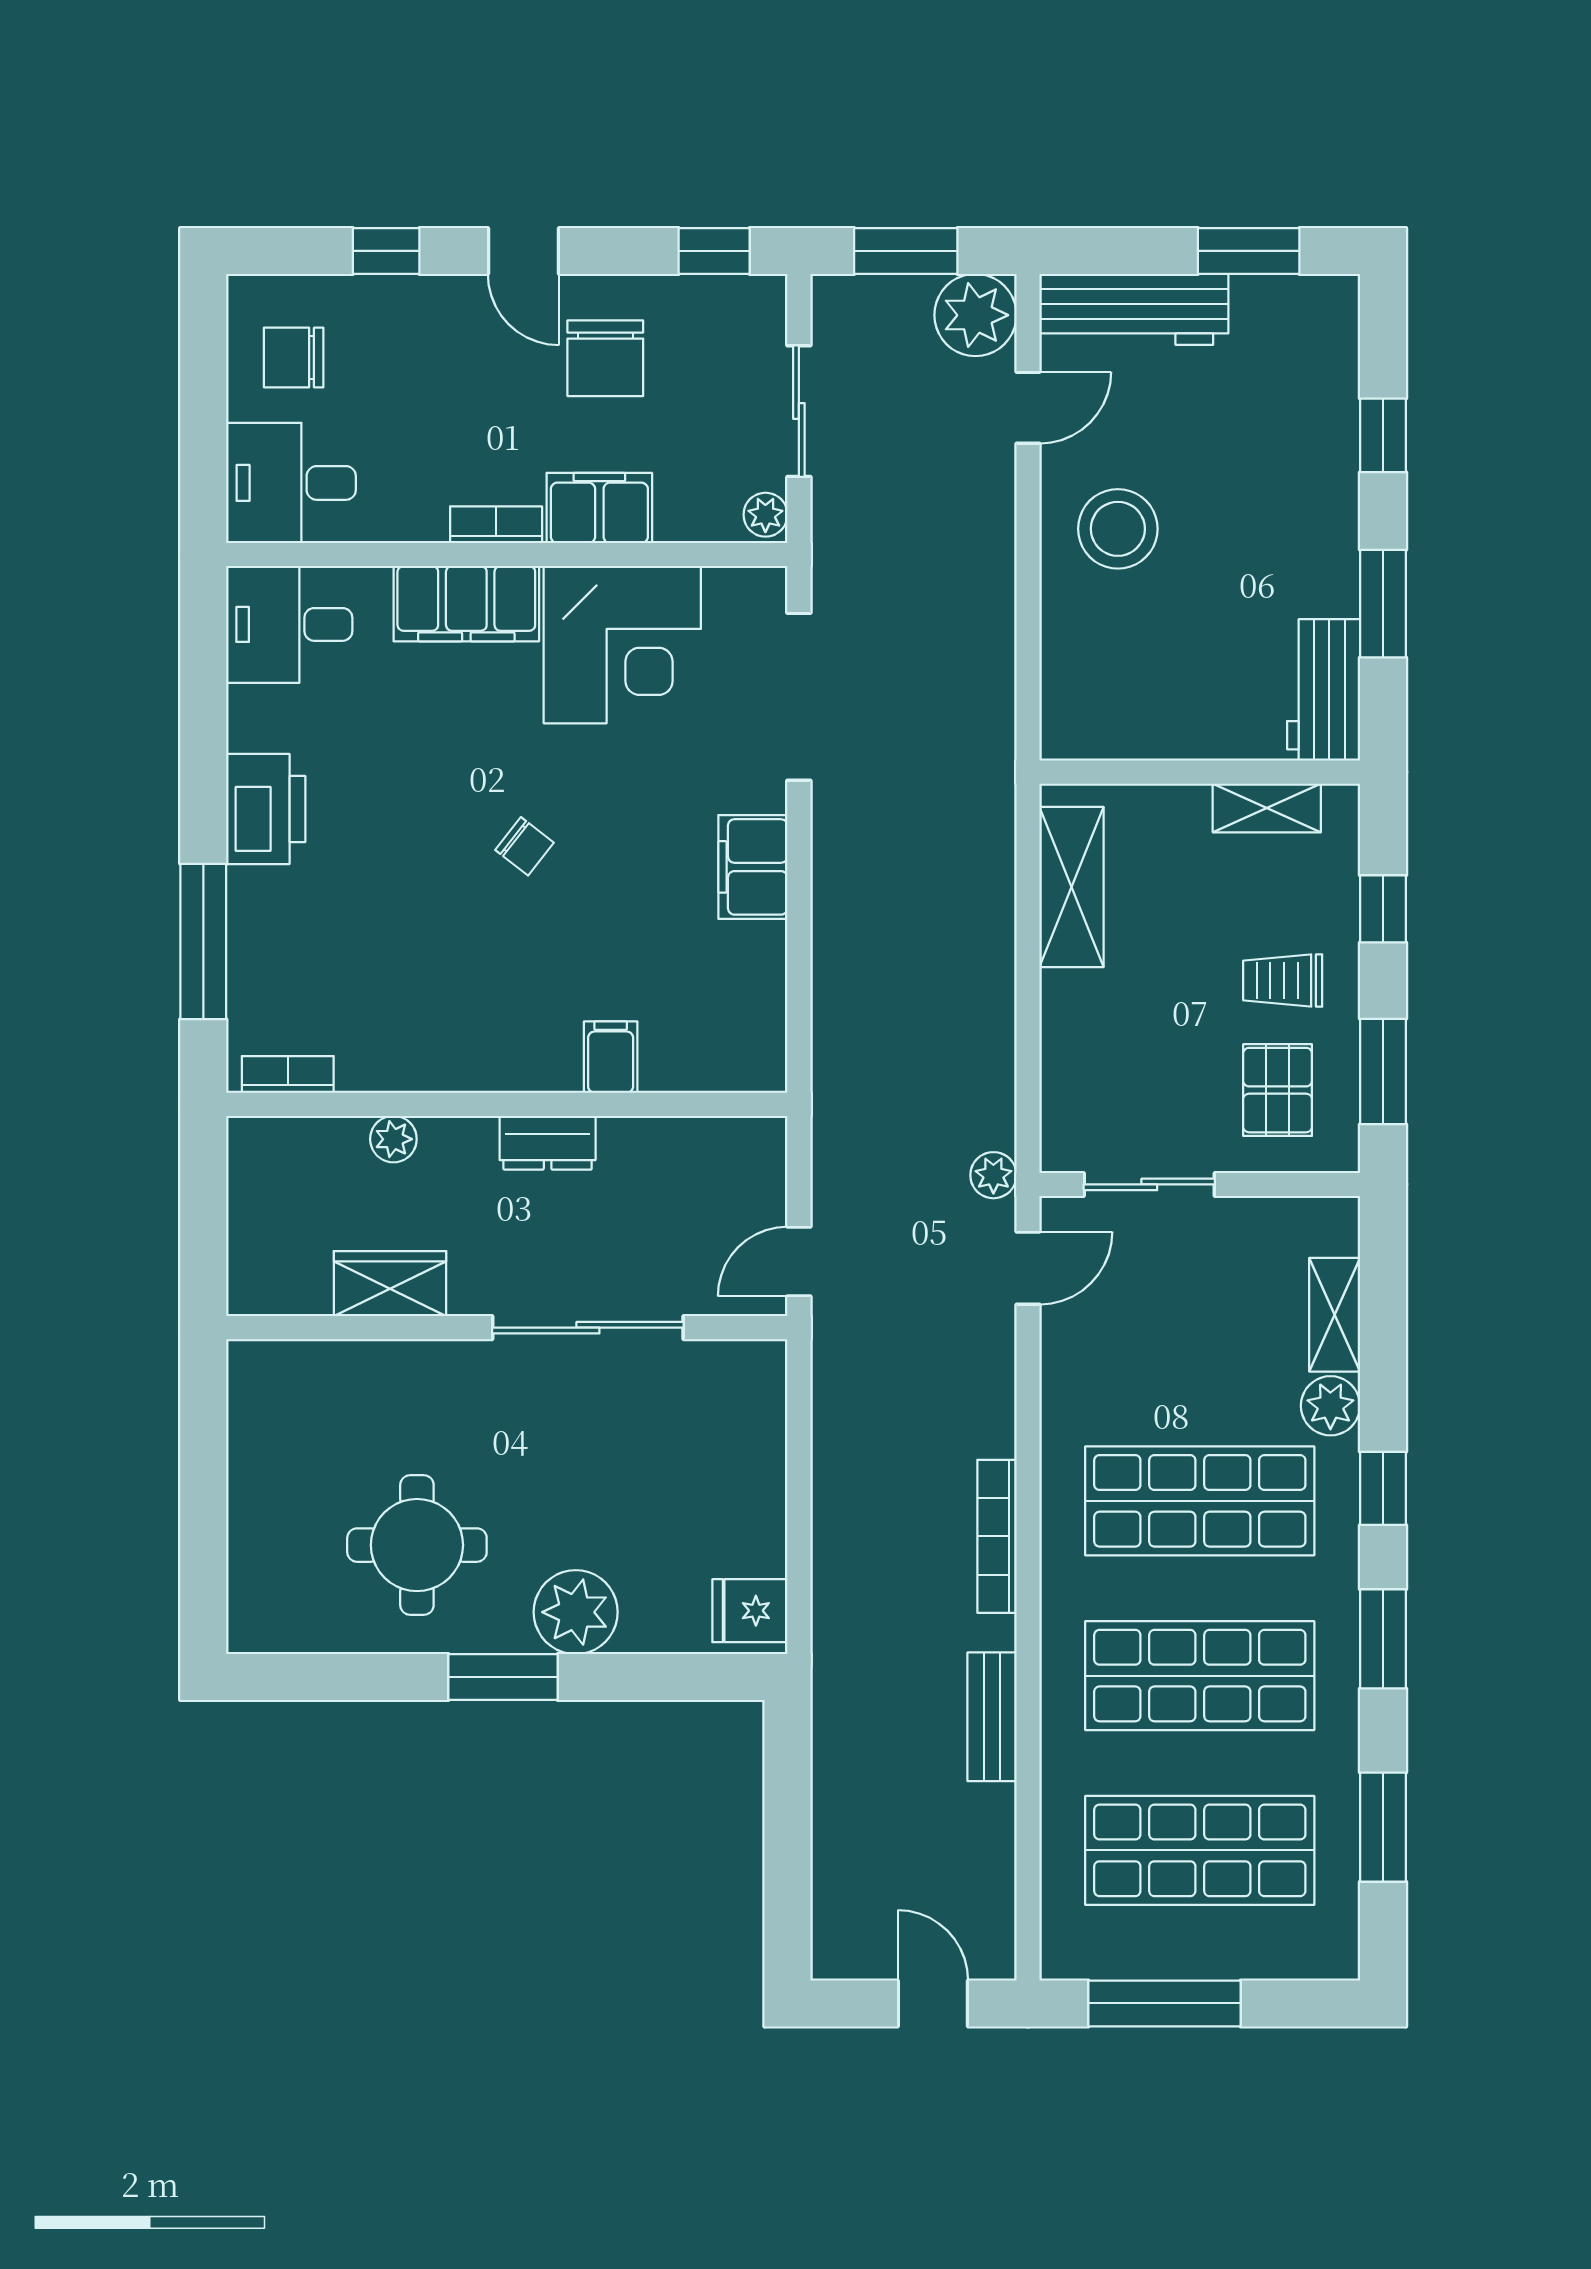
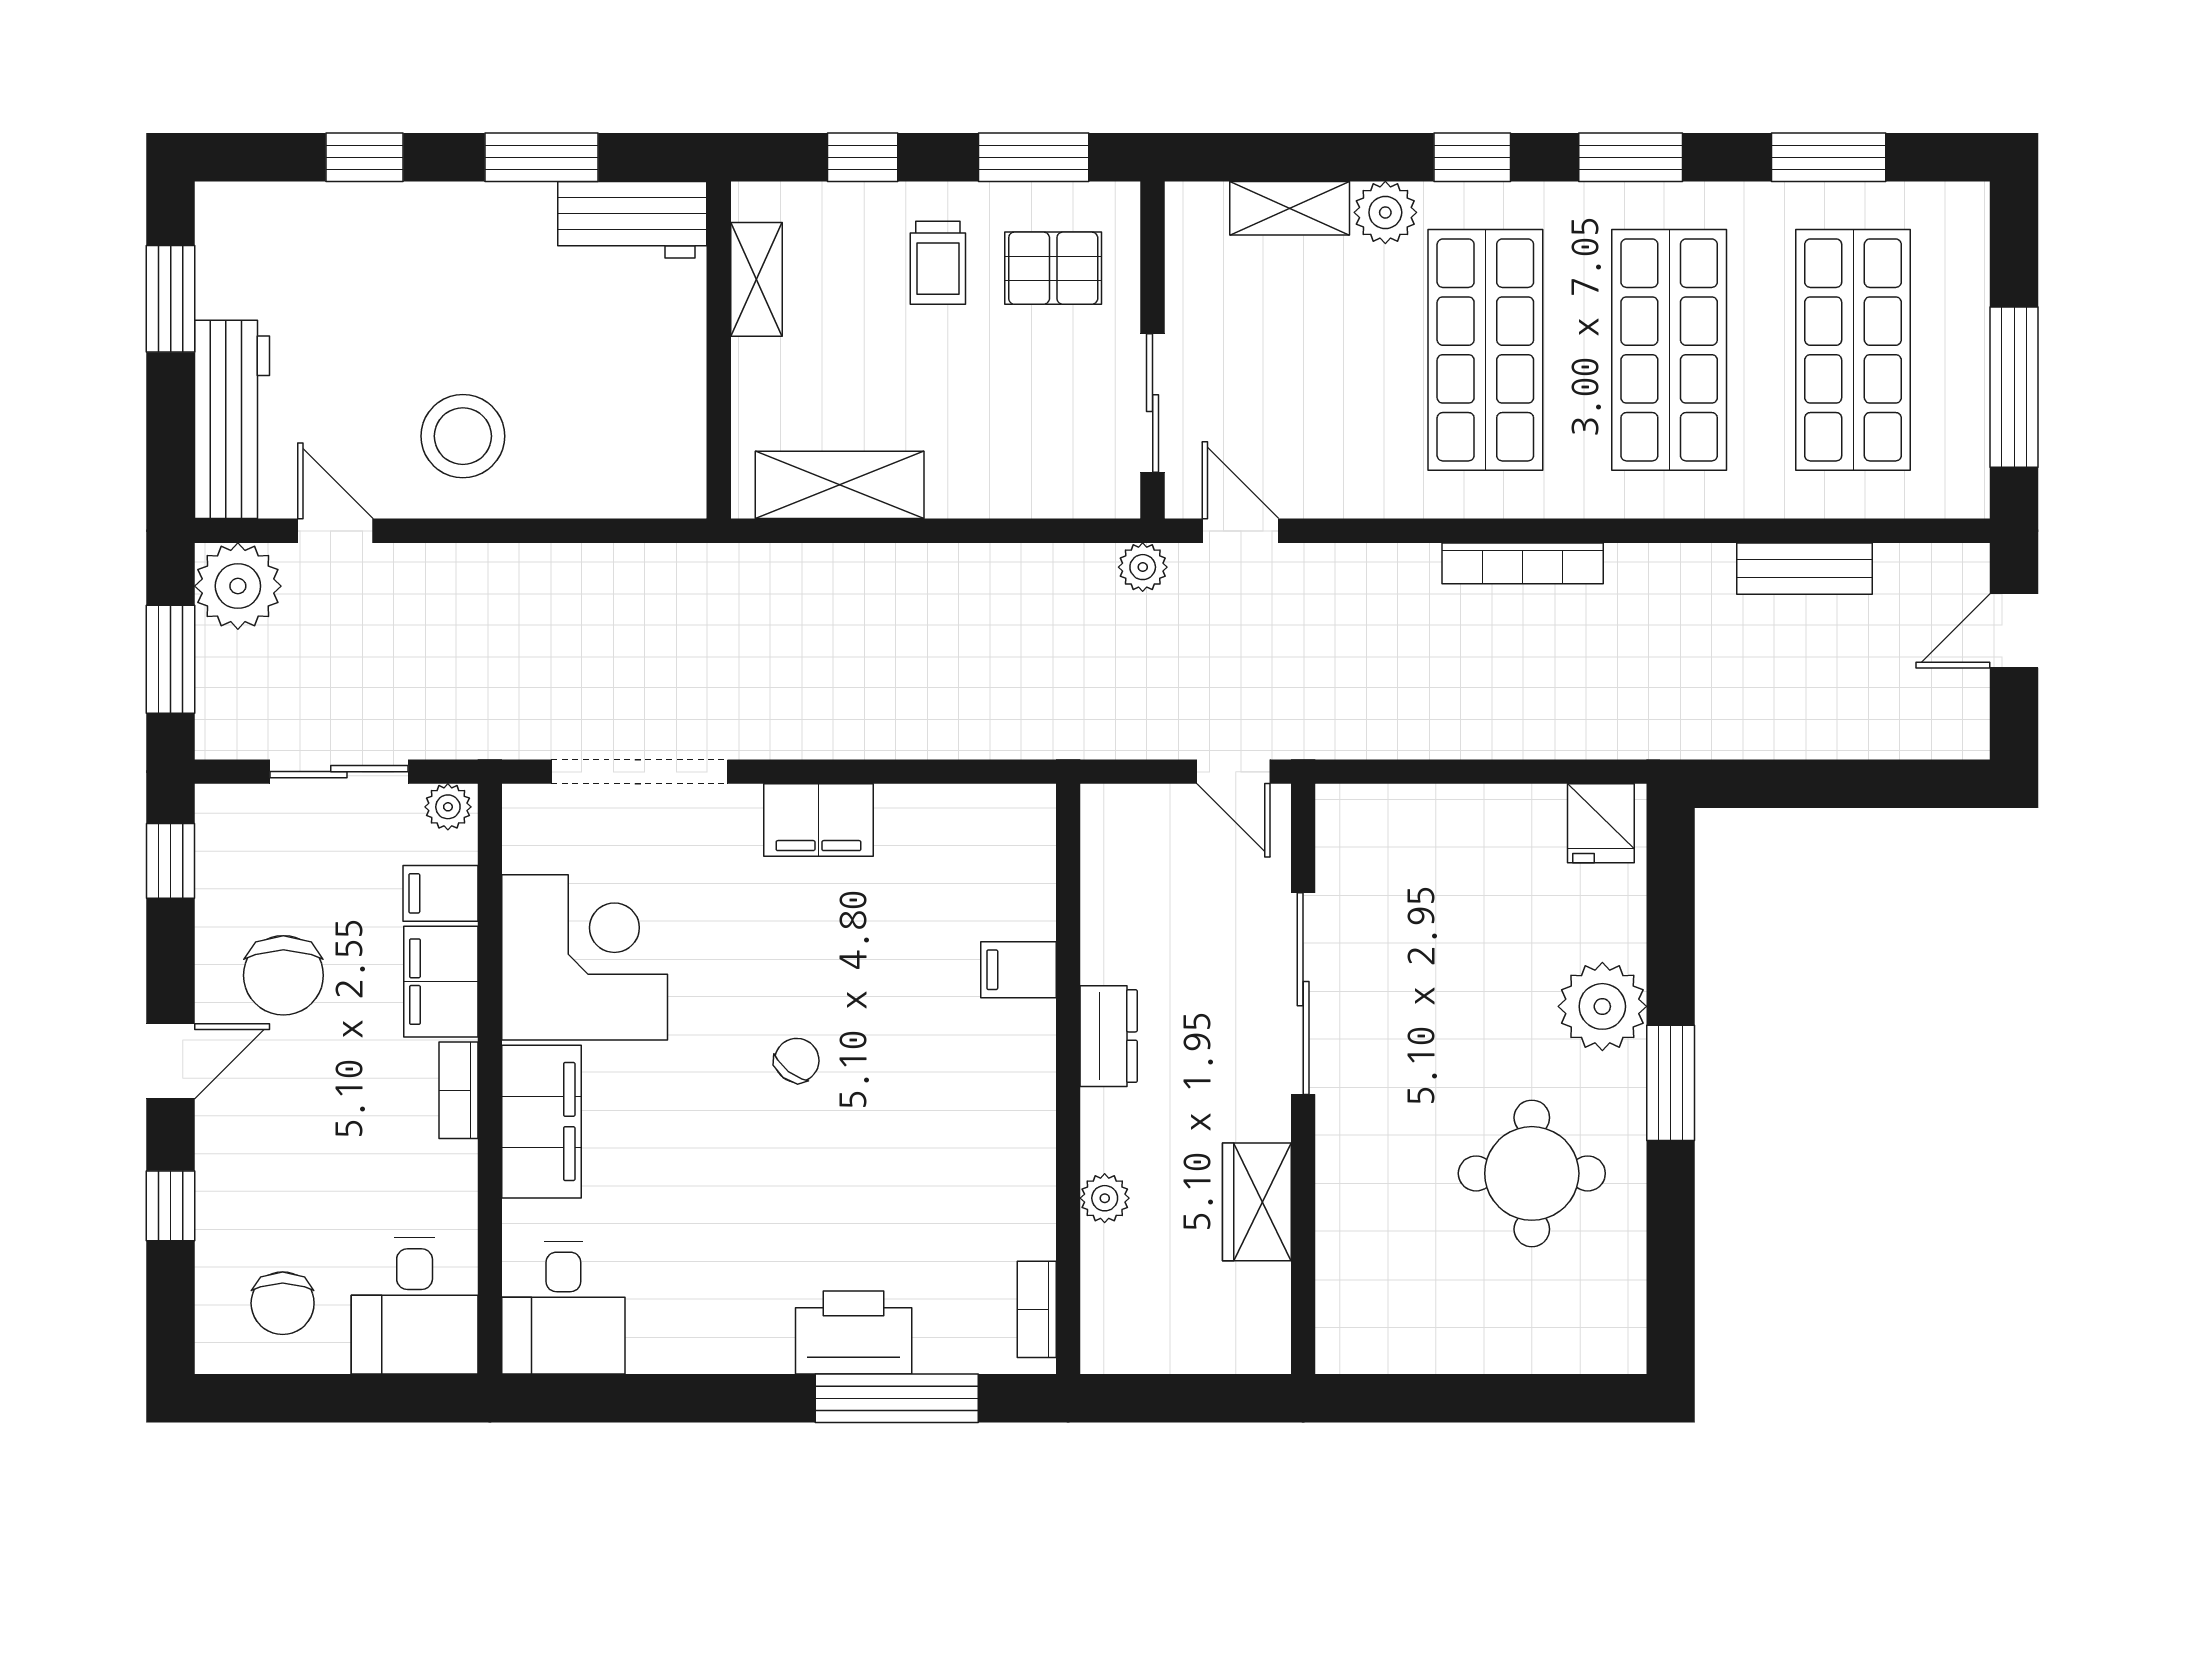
chair: (605, 358) -> (283, 975), turned 90
filing cabinet: (683, 508) -> (440, 893), added
printer: (266, 809) -> (854, 1332), moved
bench: (992, 1717) -> (1805, 569), moved

